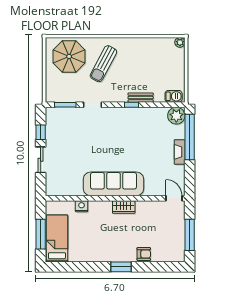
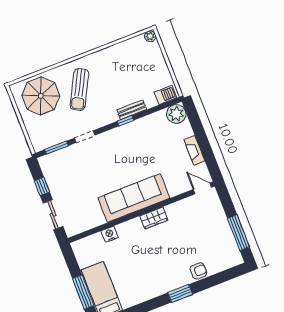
window: (190, 137) -> (199, 131), removed
sofa: (113, 184) -> (134, 198), moved
wall: (115, 198) -> (141, 212), moved
door: (174, 198) -> (202, 188), moved
nightstand: (82, 206) -> (110, 234), moved
wardrobe: (124, 207) -> (154, 218), moved

